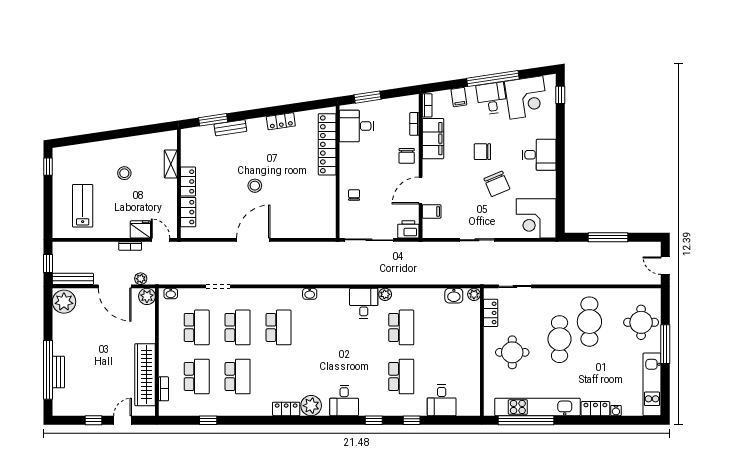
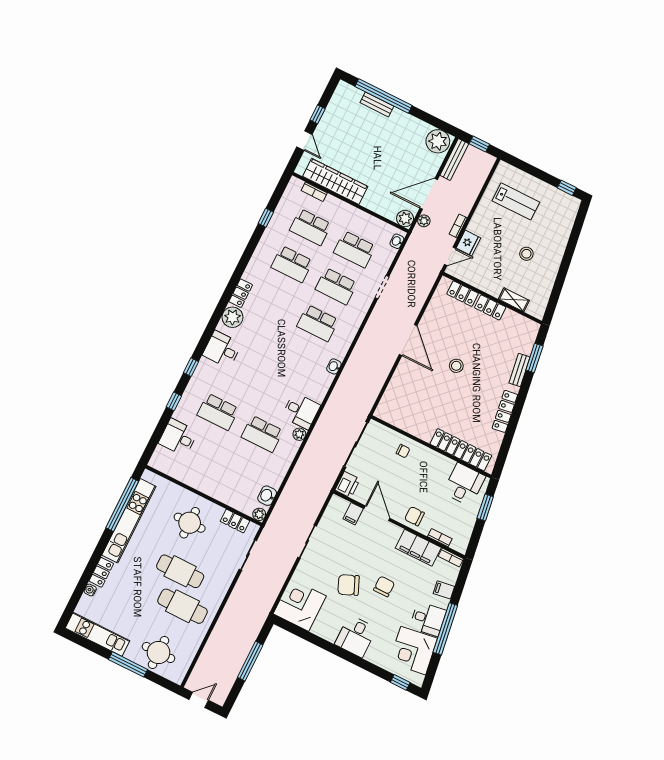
locker: (281, 121) -> (505, 411), width x1.53

